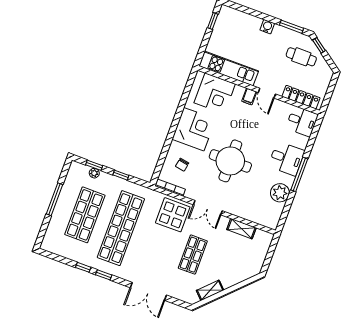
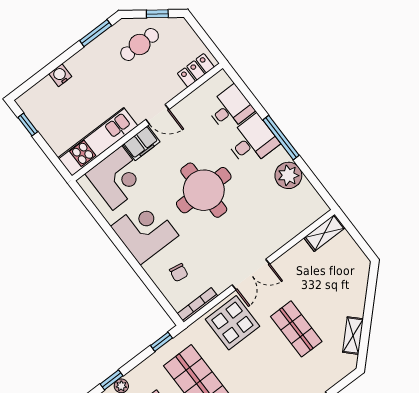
water cooler: (267, 27) -> (60, 75), moved
window: (319, 45) -> (157, 14), moved
filing cabinet: (249, 96) -> (141, 143), width x2.00
locker: (301, 97) -> (196, 70), width x0.66
desk: (302, 121) -> (230, 109), moved
round table: (230, 161) -> (204, 190), moved
window: (121, 175) -> (161, 342), moved
shelving: (241, 229) -> (324, 233), moved

